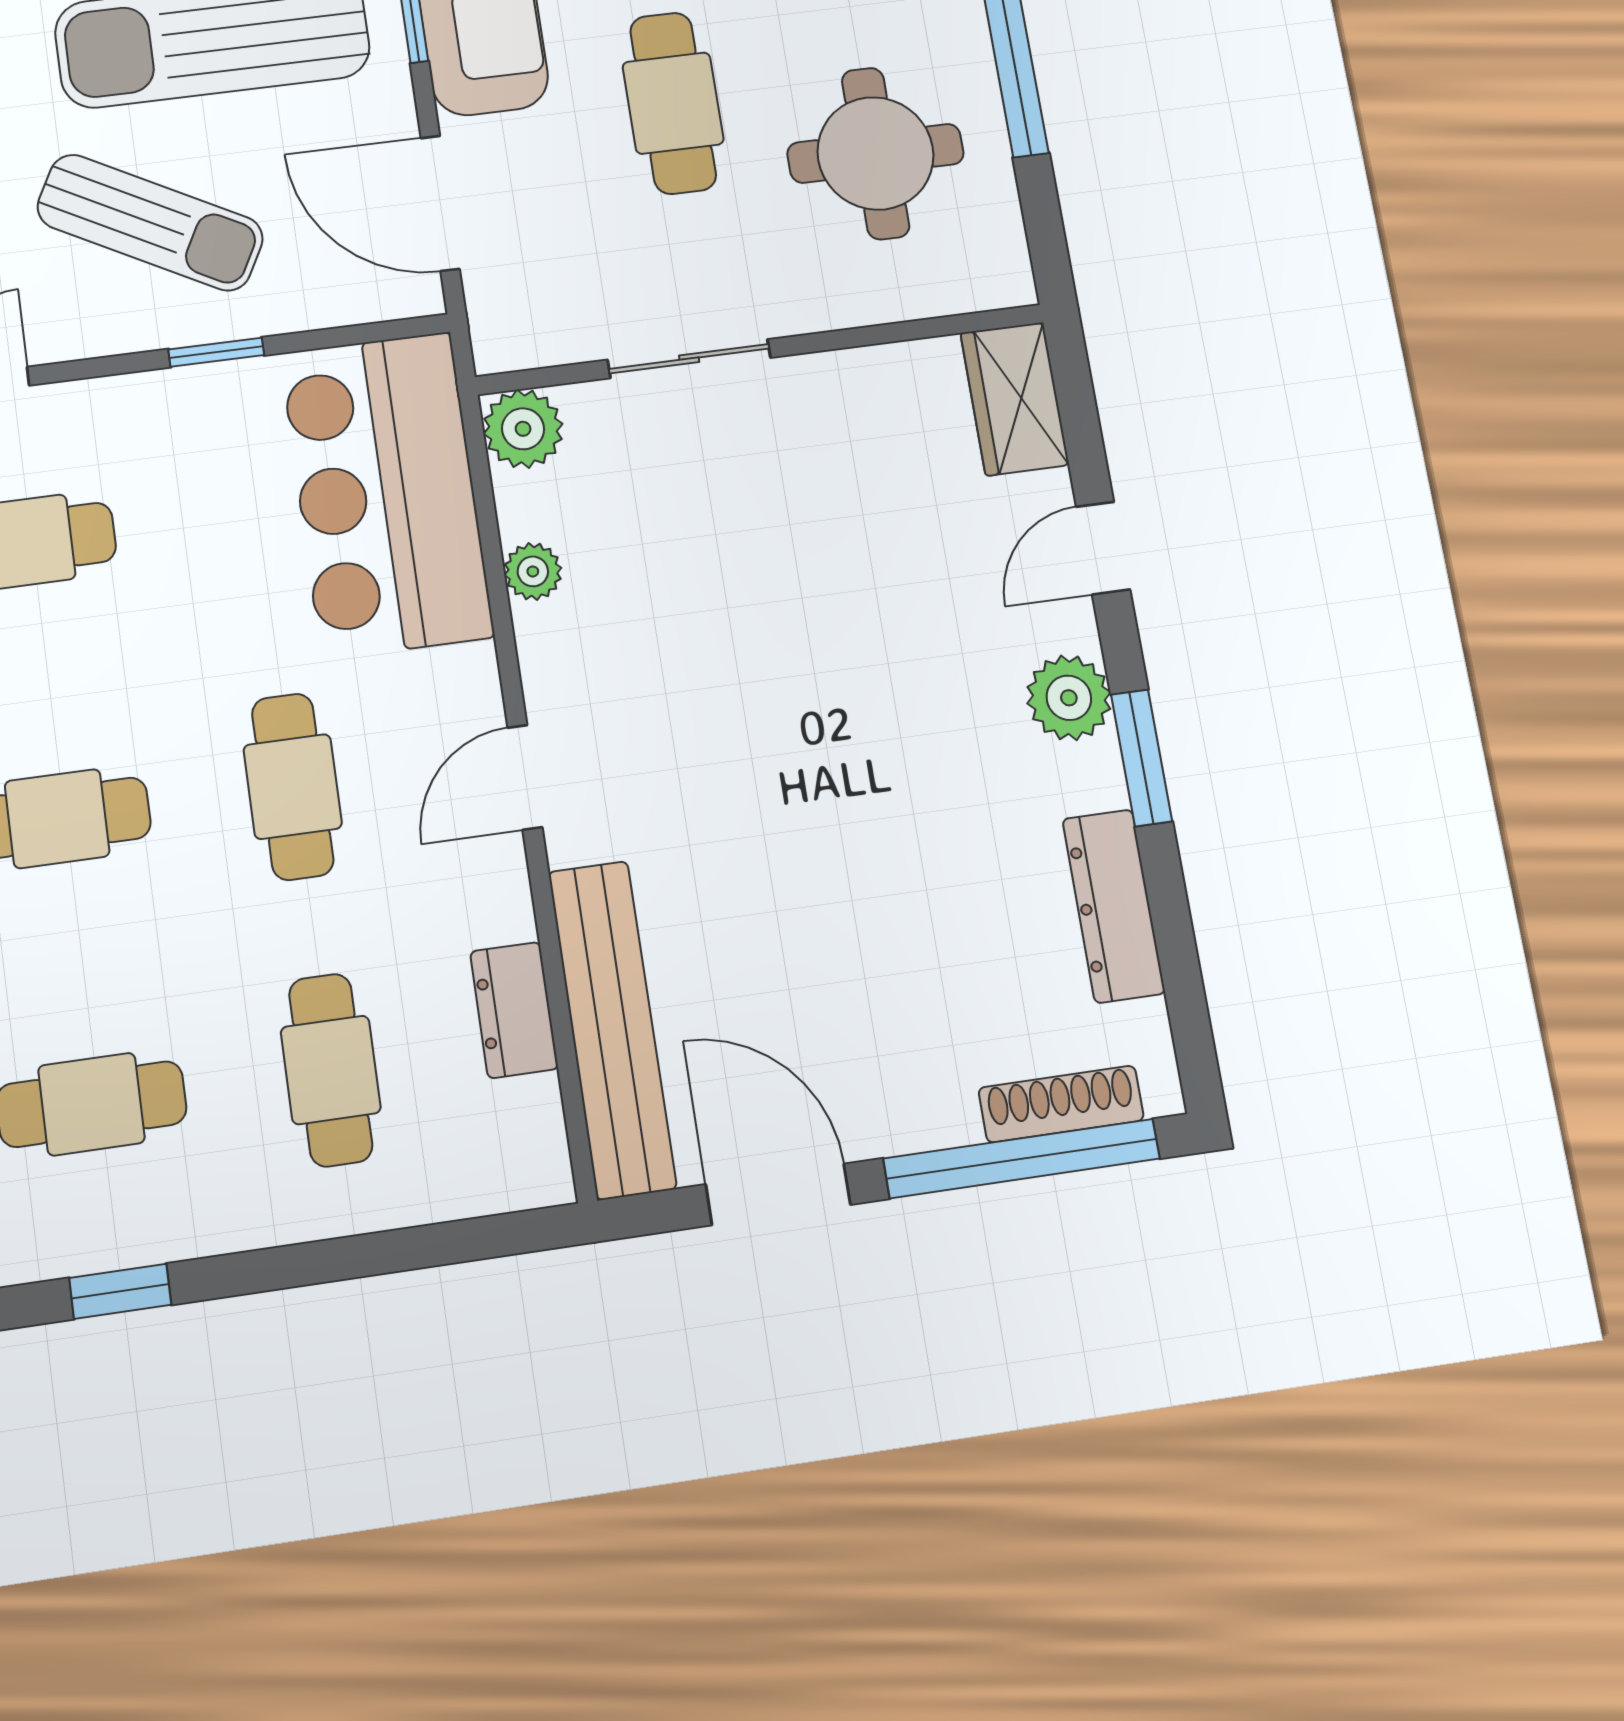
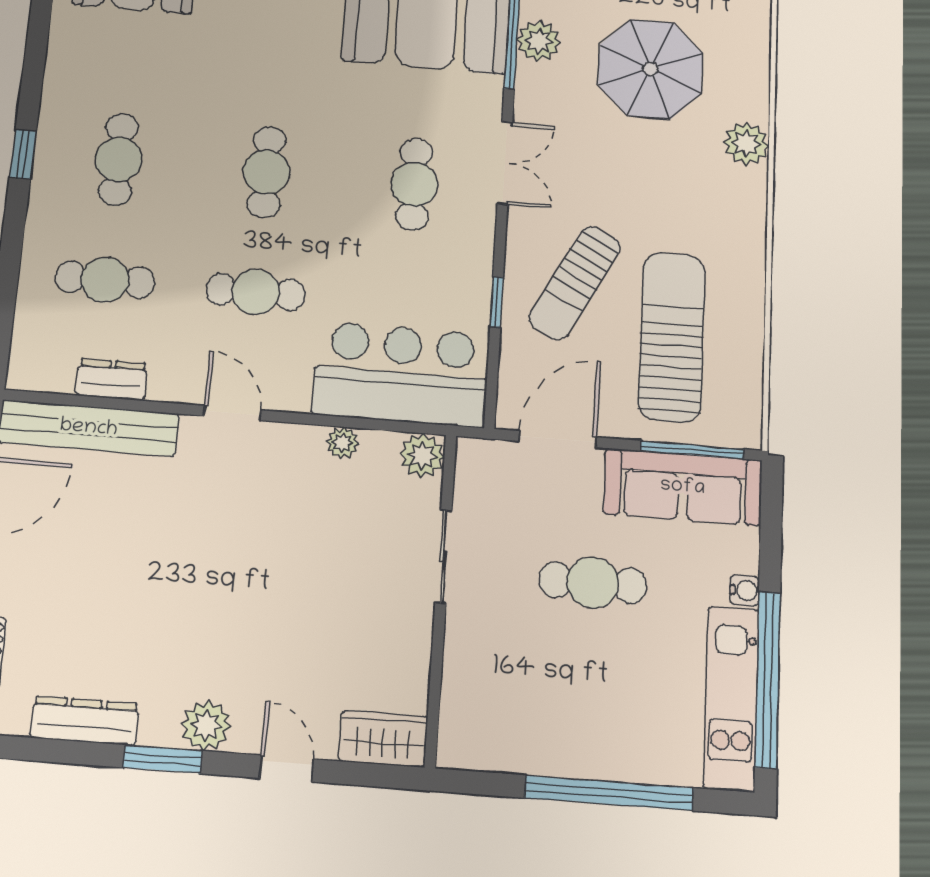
round table: (876, 153) -> (543, 693), removed

